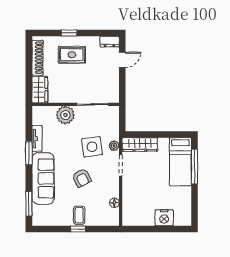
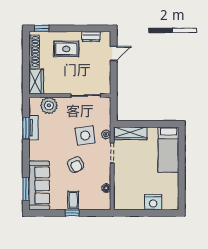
window: (69, 33) -> (42, 28), moved
dresser: (109, 42) -> (91, 36), moved
plant: (65, 115) -> (49, 105), moved
window: (29, 153) -> (26, 128), moved
window: (194, 167) -> (182, 154), removed
sofa: (43, 178) -> (39, 185), moved

